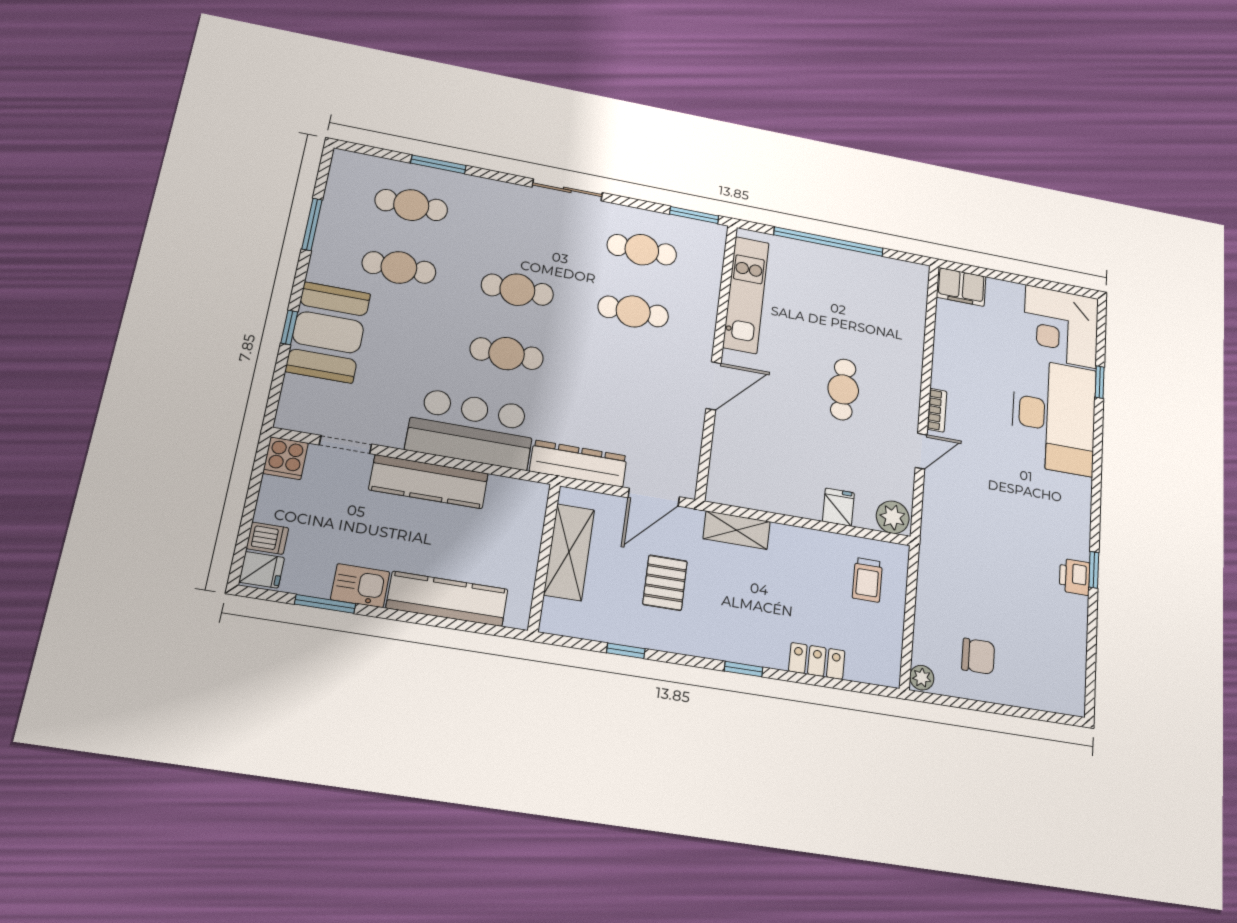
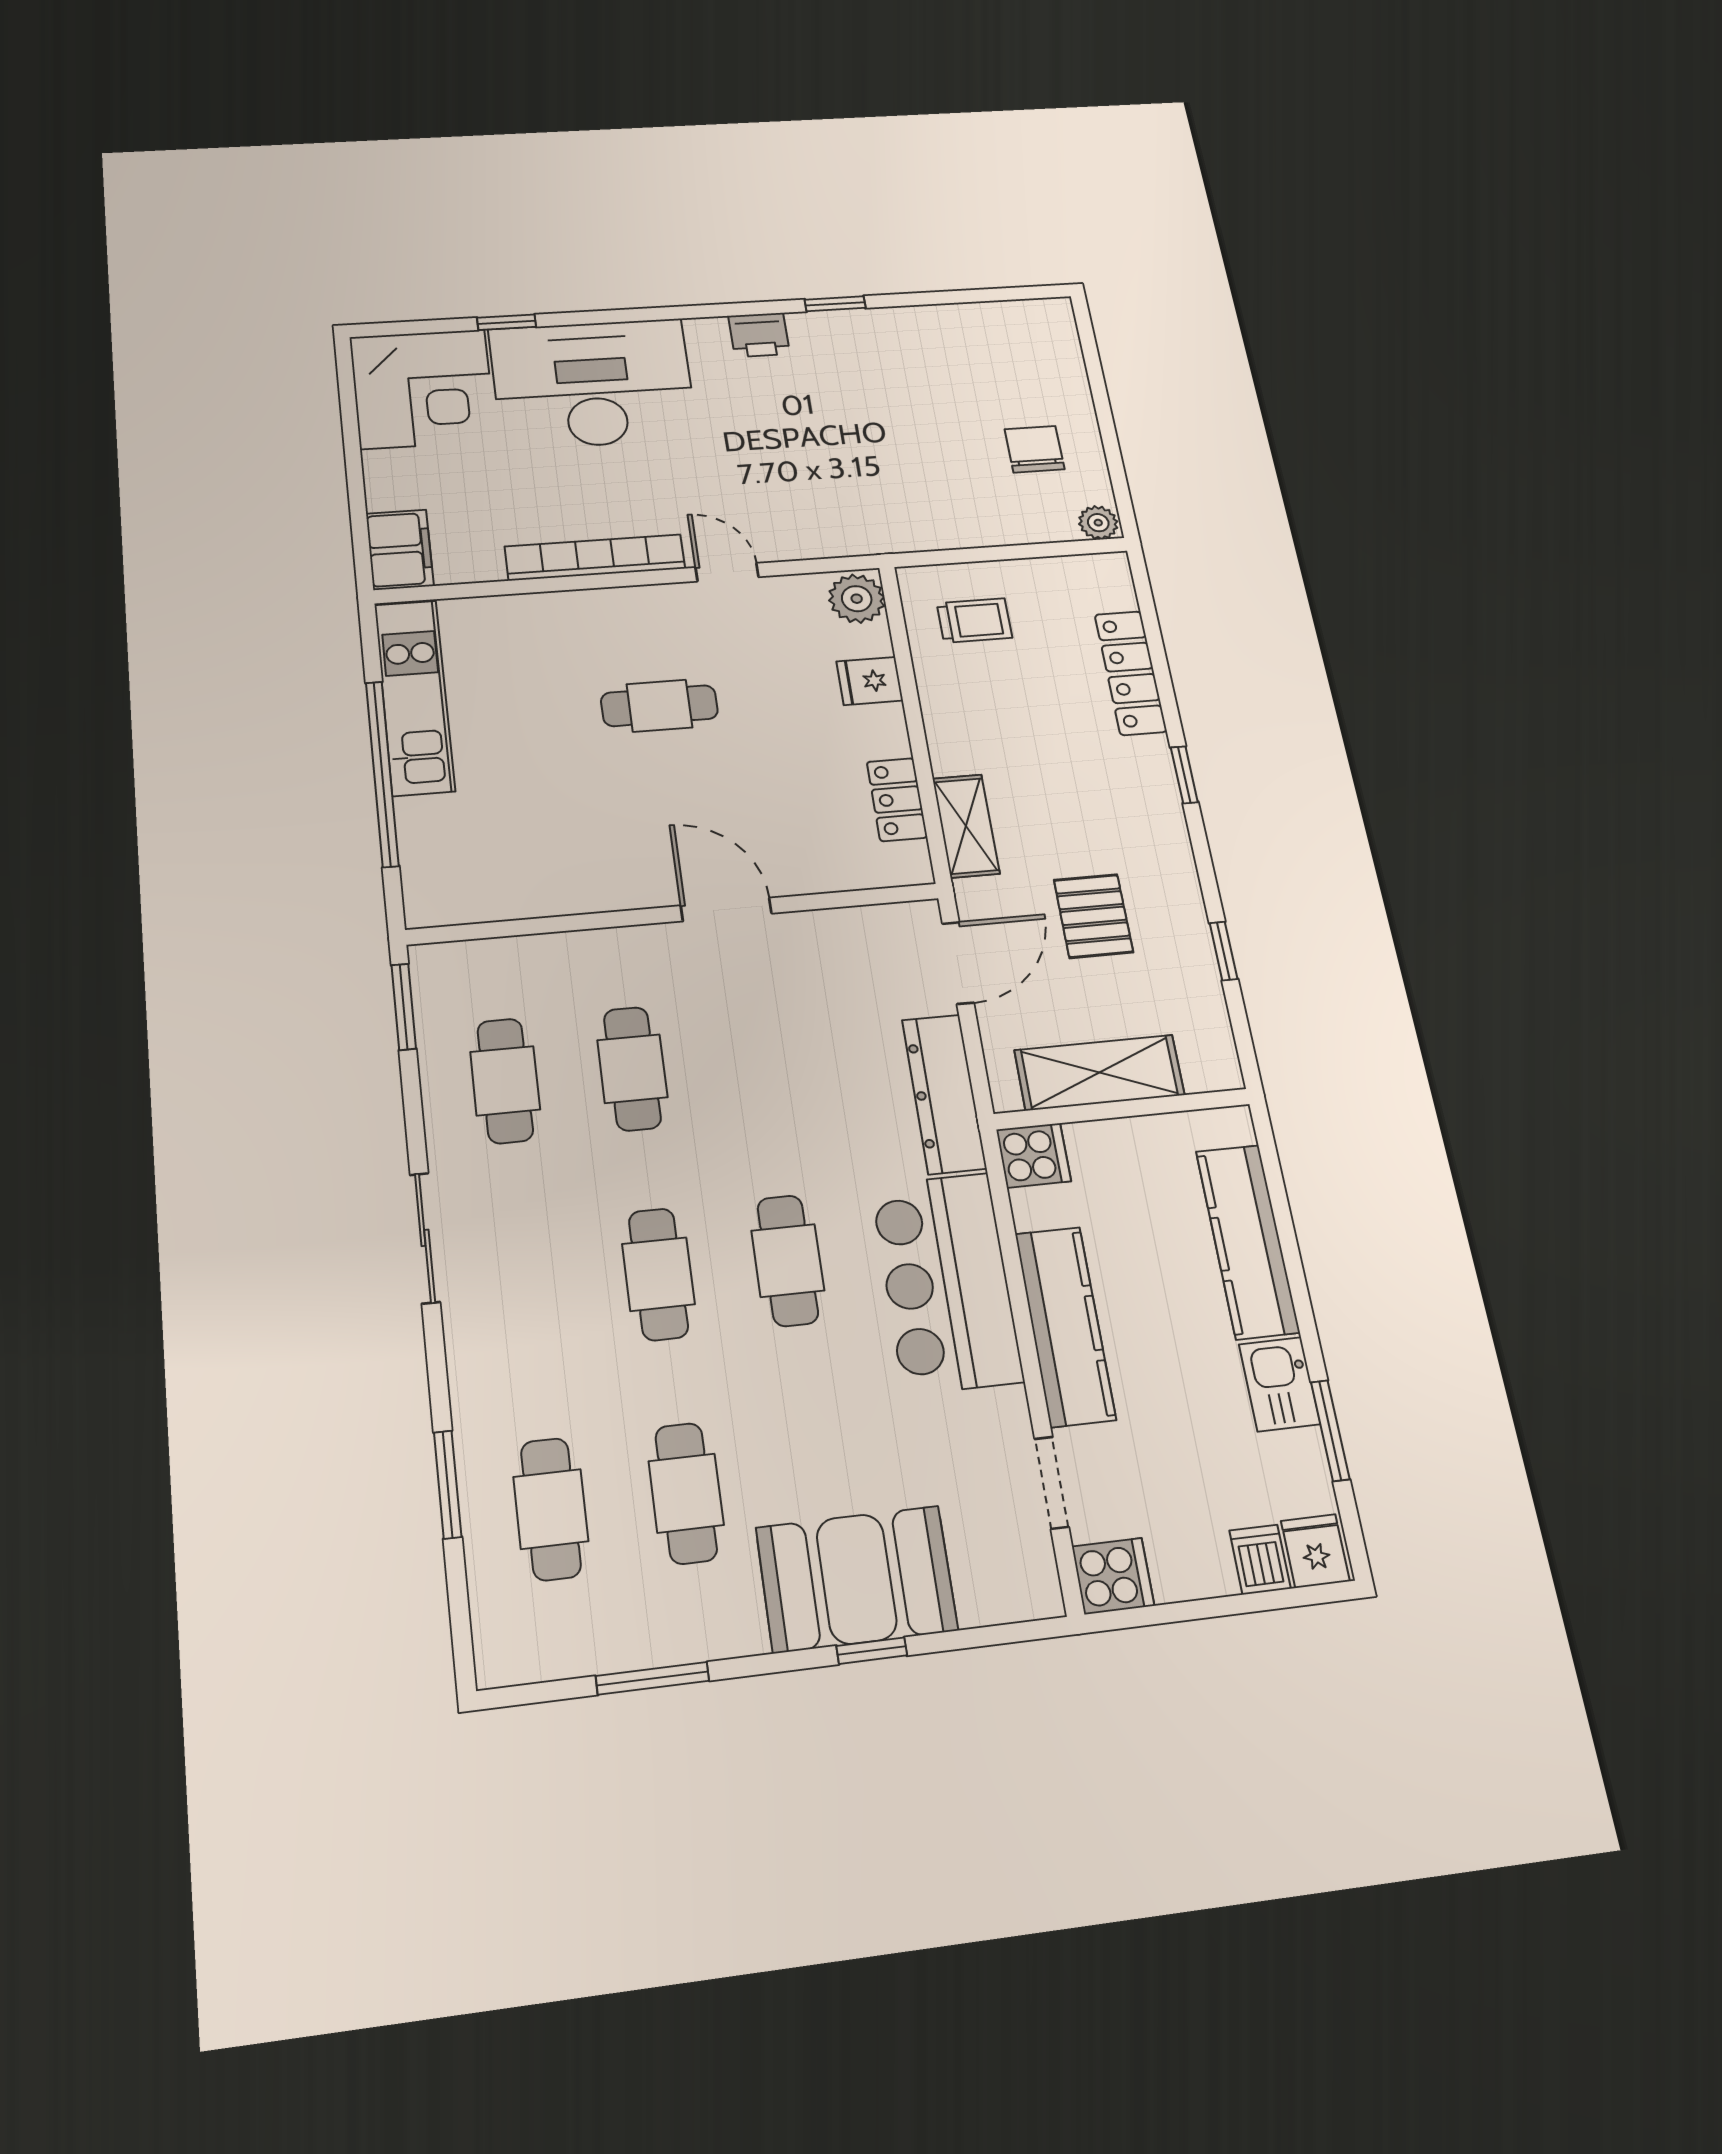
kitchen unit: (746, 295) -> (414, 697), moved, turned 90
bookcase: (937, 410) -> (595, 557), width x2.31, depth x1.31
door: (654, 497) -> (958, 963), hinge flipped
locker: (761, 497) -> (897, 800), added
cooker: (530, 499) -> (1034, 1155), added
printer: (1075, 577) -> (759, 335), moved
pallet: (665, 583) -> (1093, 916), turned 90
locker: (817, 661) -> (1131, 673), width x1.53

